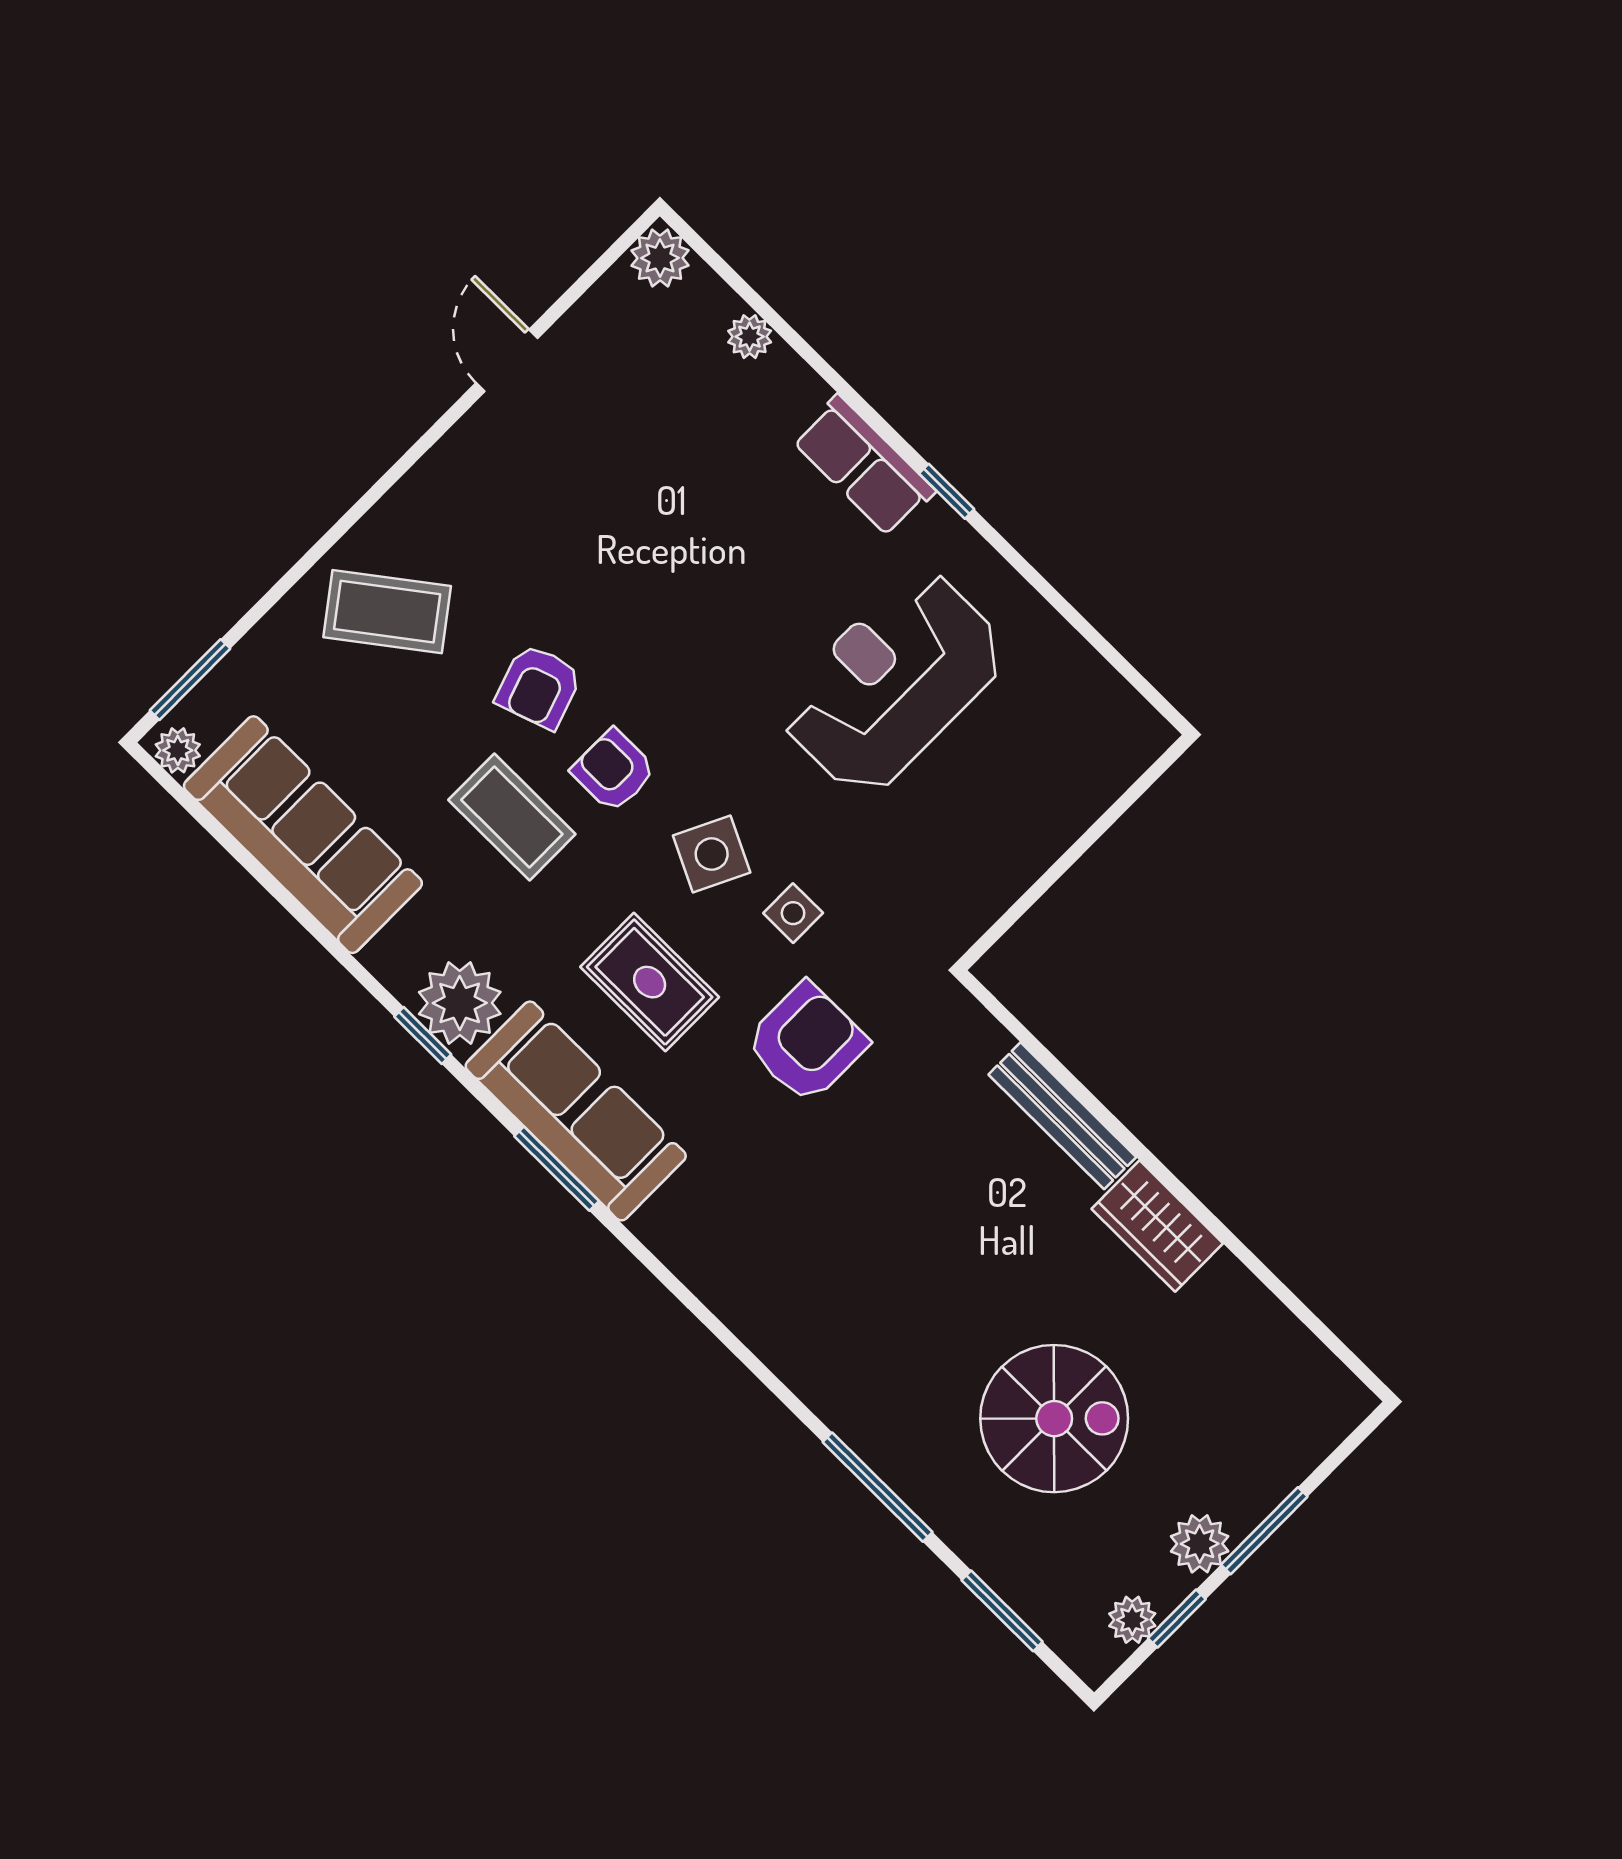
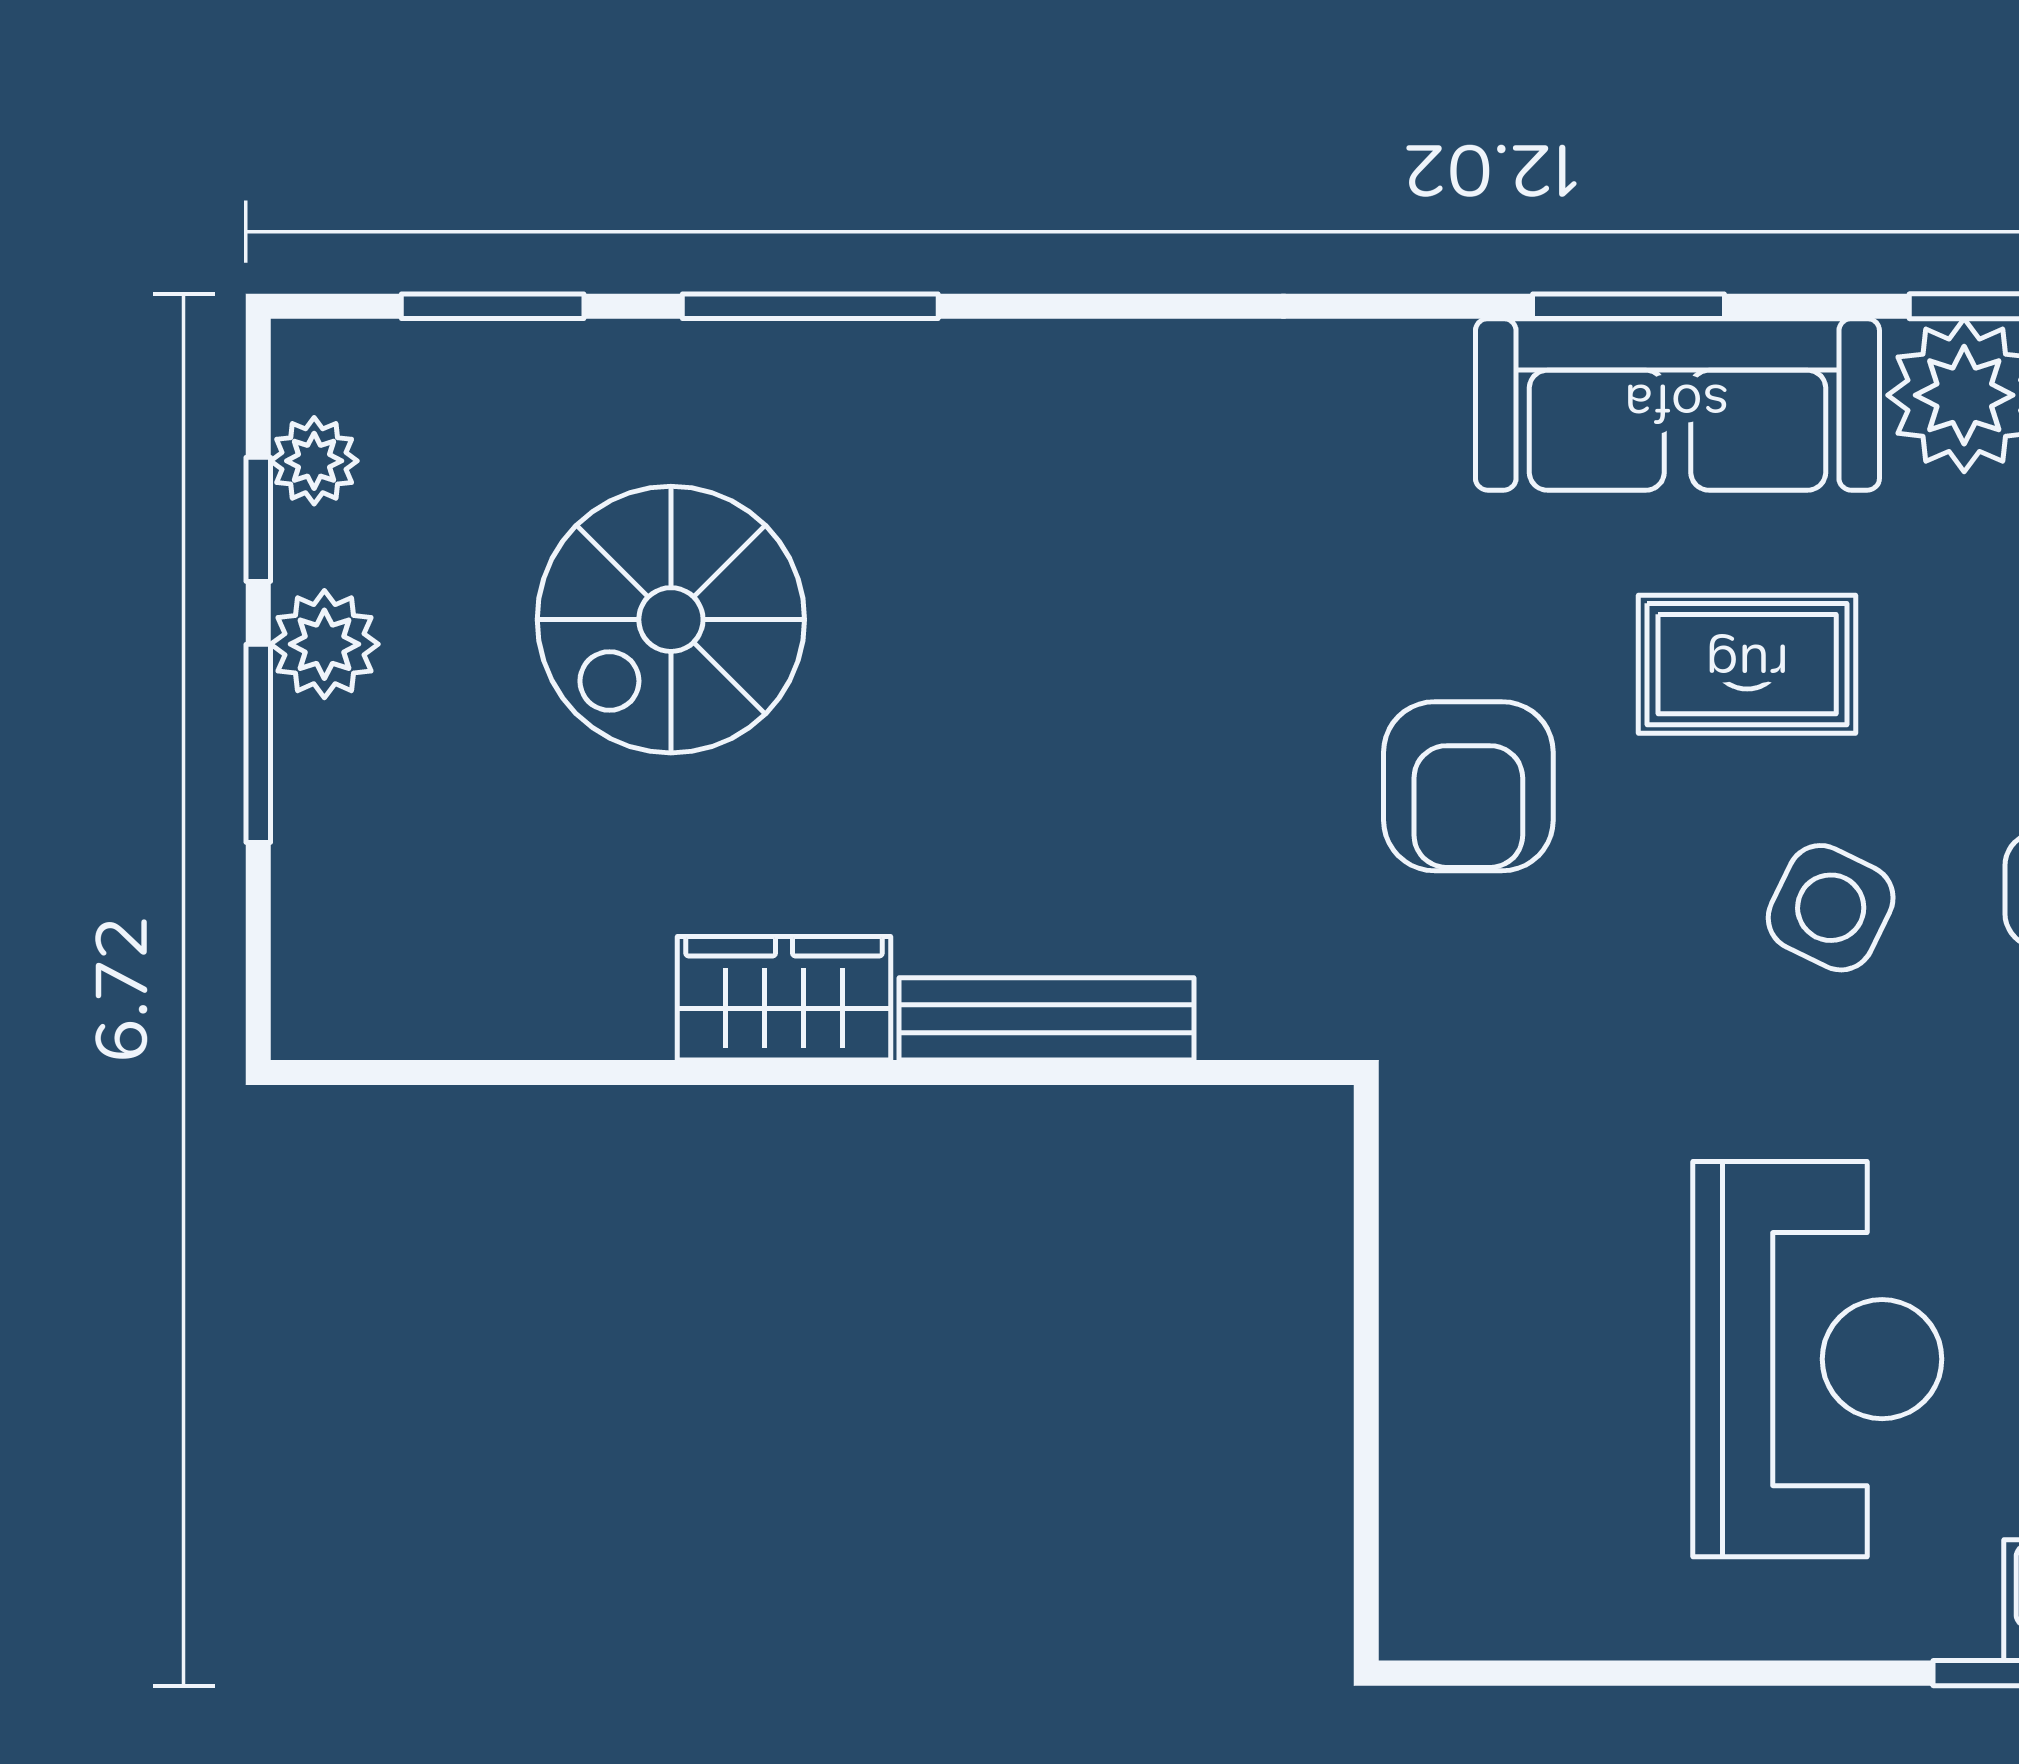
side table: (793, 913) -> (1651, 936), removed

